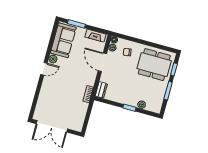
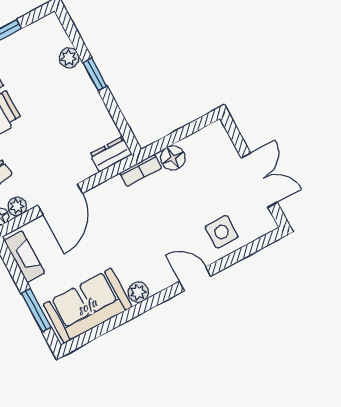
door: (44, 69) -> (195, 279), moved
side table: (47, 101) -> (222, 232), added
floor lamp: (83, 107) -> (173, 158), added
double door: (52, 126) -> (259, 180), width x0.73

